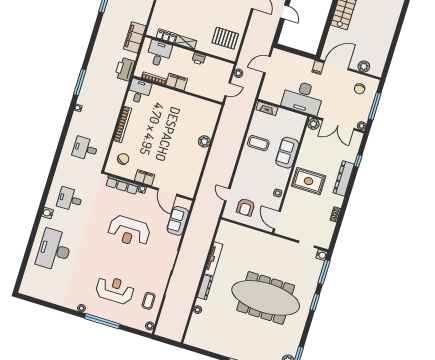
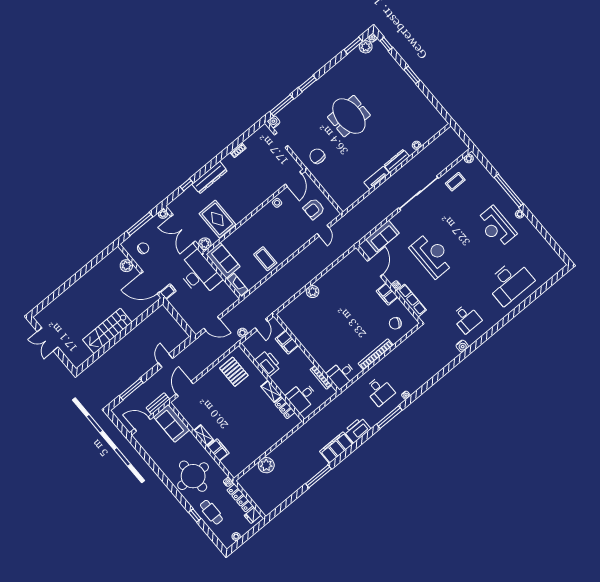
filing cabinet: (135, 37) -> (336, 448), moved, turned 180
printer: (199, 59) -> (268, 363), width x1.87, depth x1.48
printer: (125, 69) -> (357, 430), moved, turned 180
filing cabinet: (177, 82) -> (287, 342), moved
door: (228, 89) -> (261, 325), swing flipped
double door: (338, 124) -> (183, 229), swing flipped
desk: (85, 149) -> (380, 391), moved
sofa: (287, 153) -> (223, 260), moved, turned -90
rug: (309, 181) -> (217, 219), moved
armchair: (246, 207) -> (314, 209), turned 180
water cooler: (47, 213) -> (462, 346), moved
chair: (270, 250) -> (317, 156), added
tv unit: (214, 259) -> (377, 178), width x0.71
reception desk: (115, 290) -> (496, 227), moved
meeting table: (266, 298) -> (349, 116), width x0.54, depth x0.79

